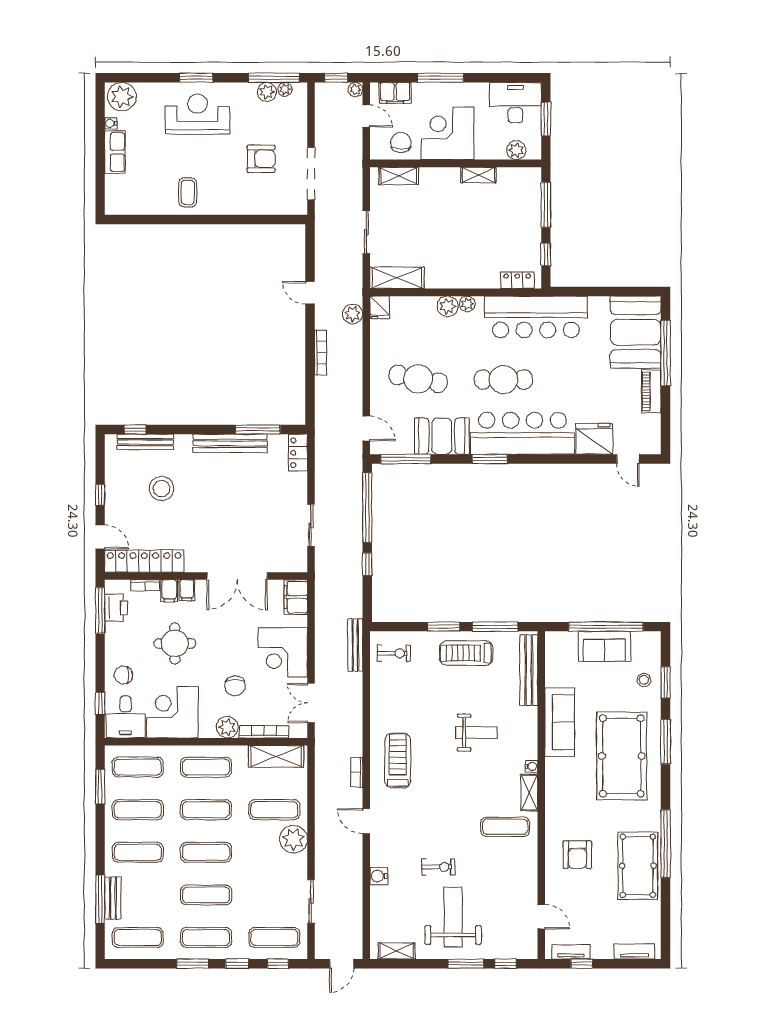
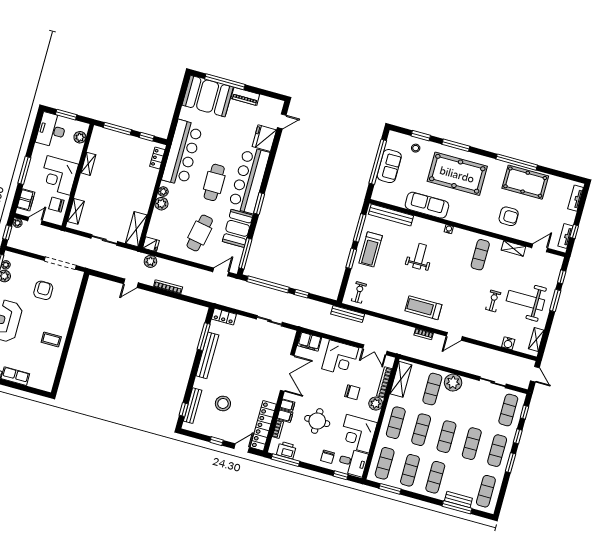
shelving: (529, 792) -> (513, 248), moved
water cooler: (379, 876) -> (508, 343), moved

